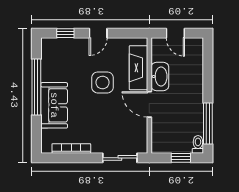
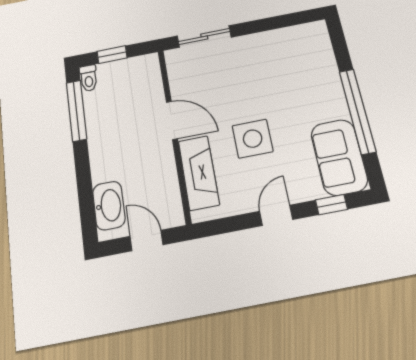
washbasin: (160, 76) -> (109, 206), moved, turned 180
sofa: (54, 105) -> (339, 157), moved
bookcase: (71, 148) -> (281, 35), removed

